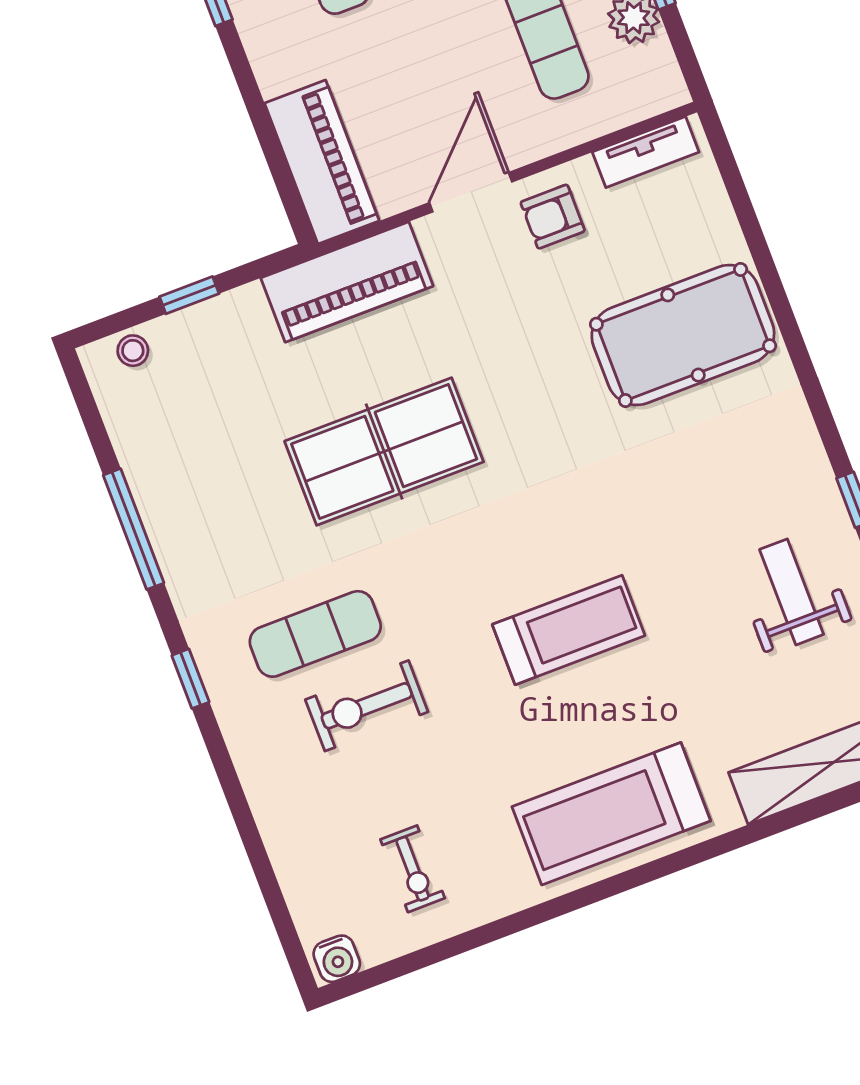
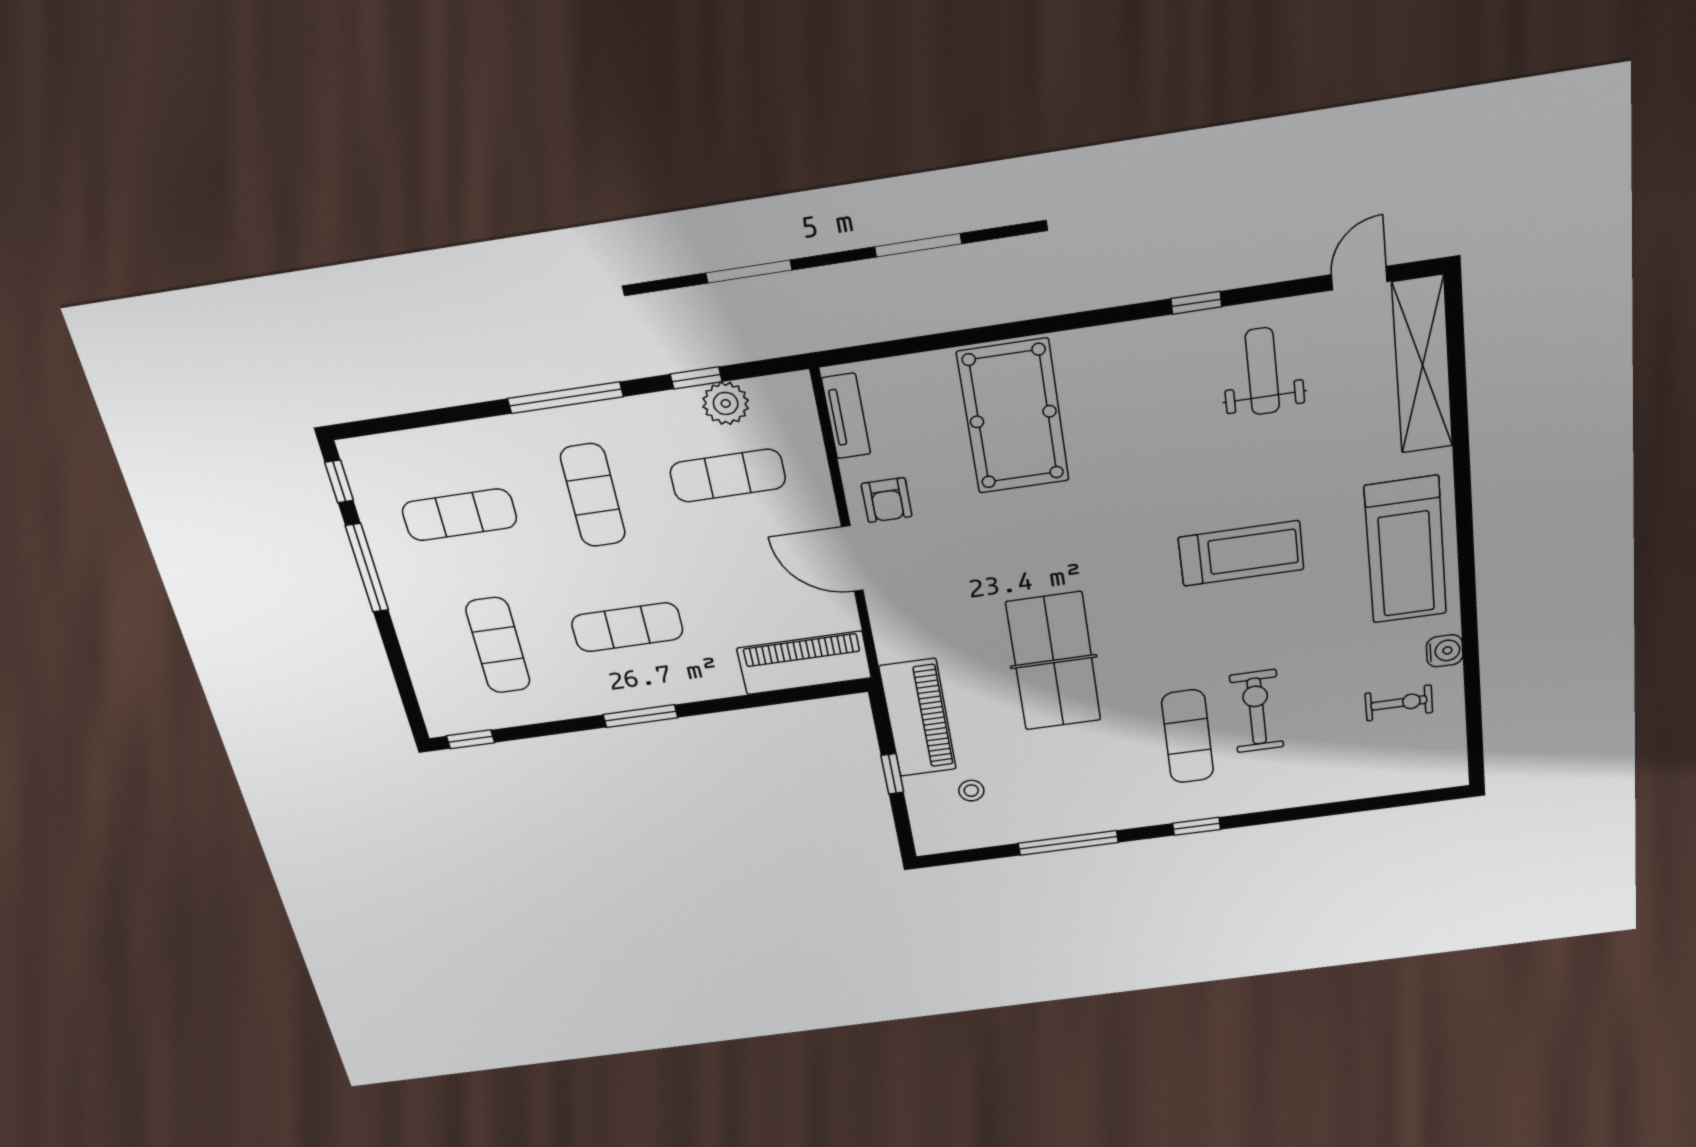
piano: (347, 282) -> (918, 718), moved
stool: (133, 351) -> (971, 791), moved
weight bench: (792, 592) -> (1262, 371), turned 90
treadmill: (569, 630) -> (1241, 553), turned 90
exercise bike: (367, 706) -> (1257, 711), turned 180
water cooler: (337, 959) -> (1445, 651), moved

